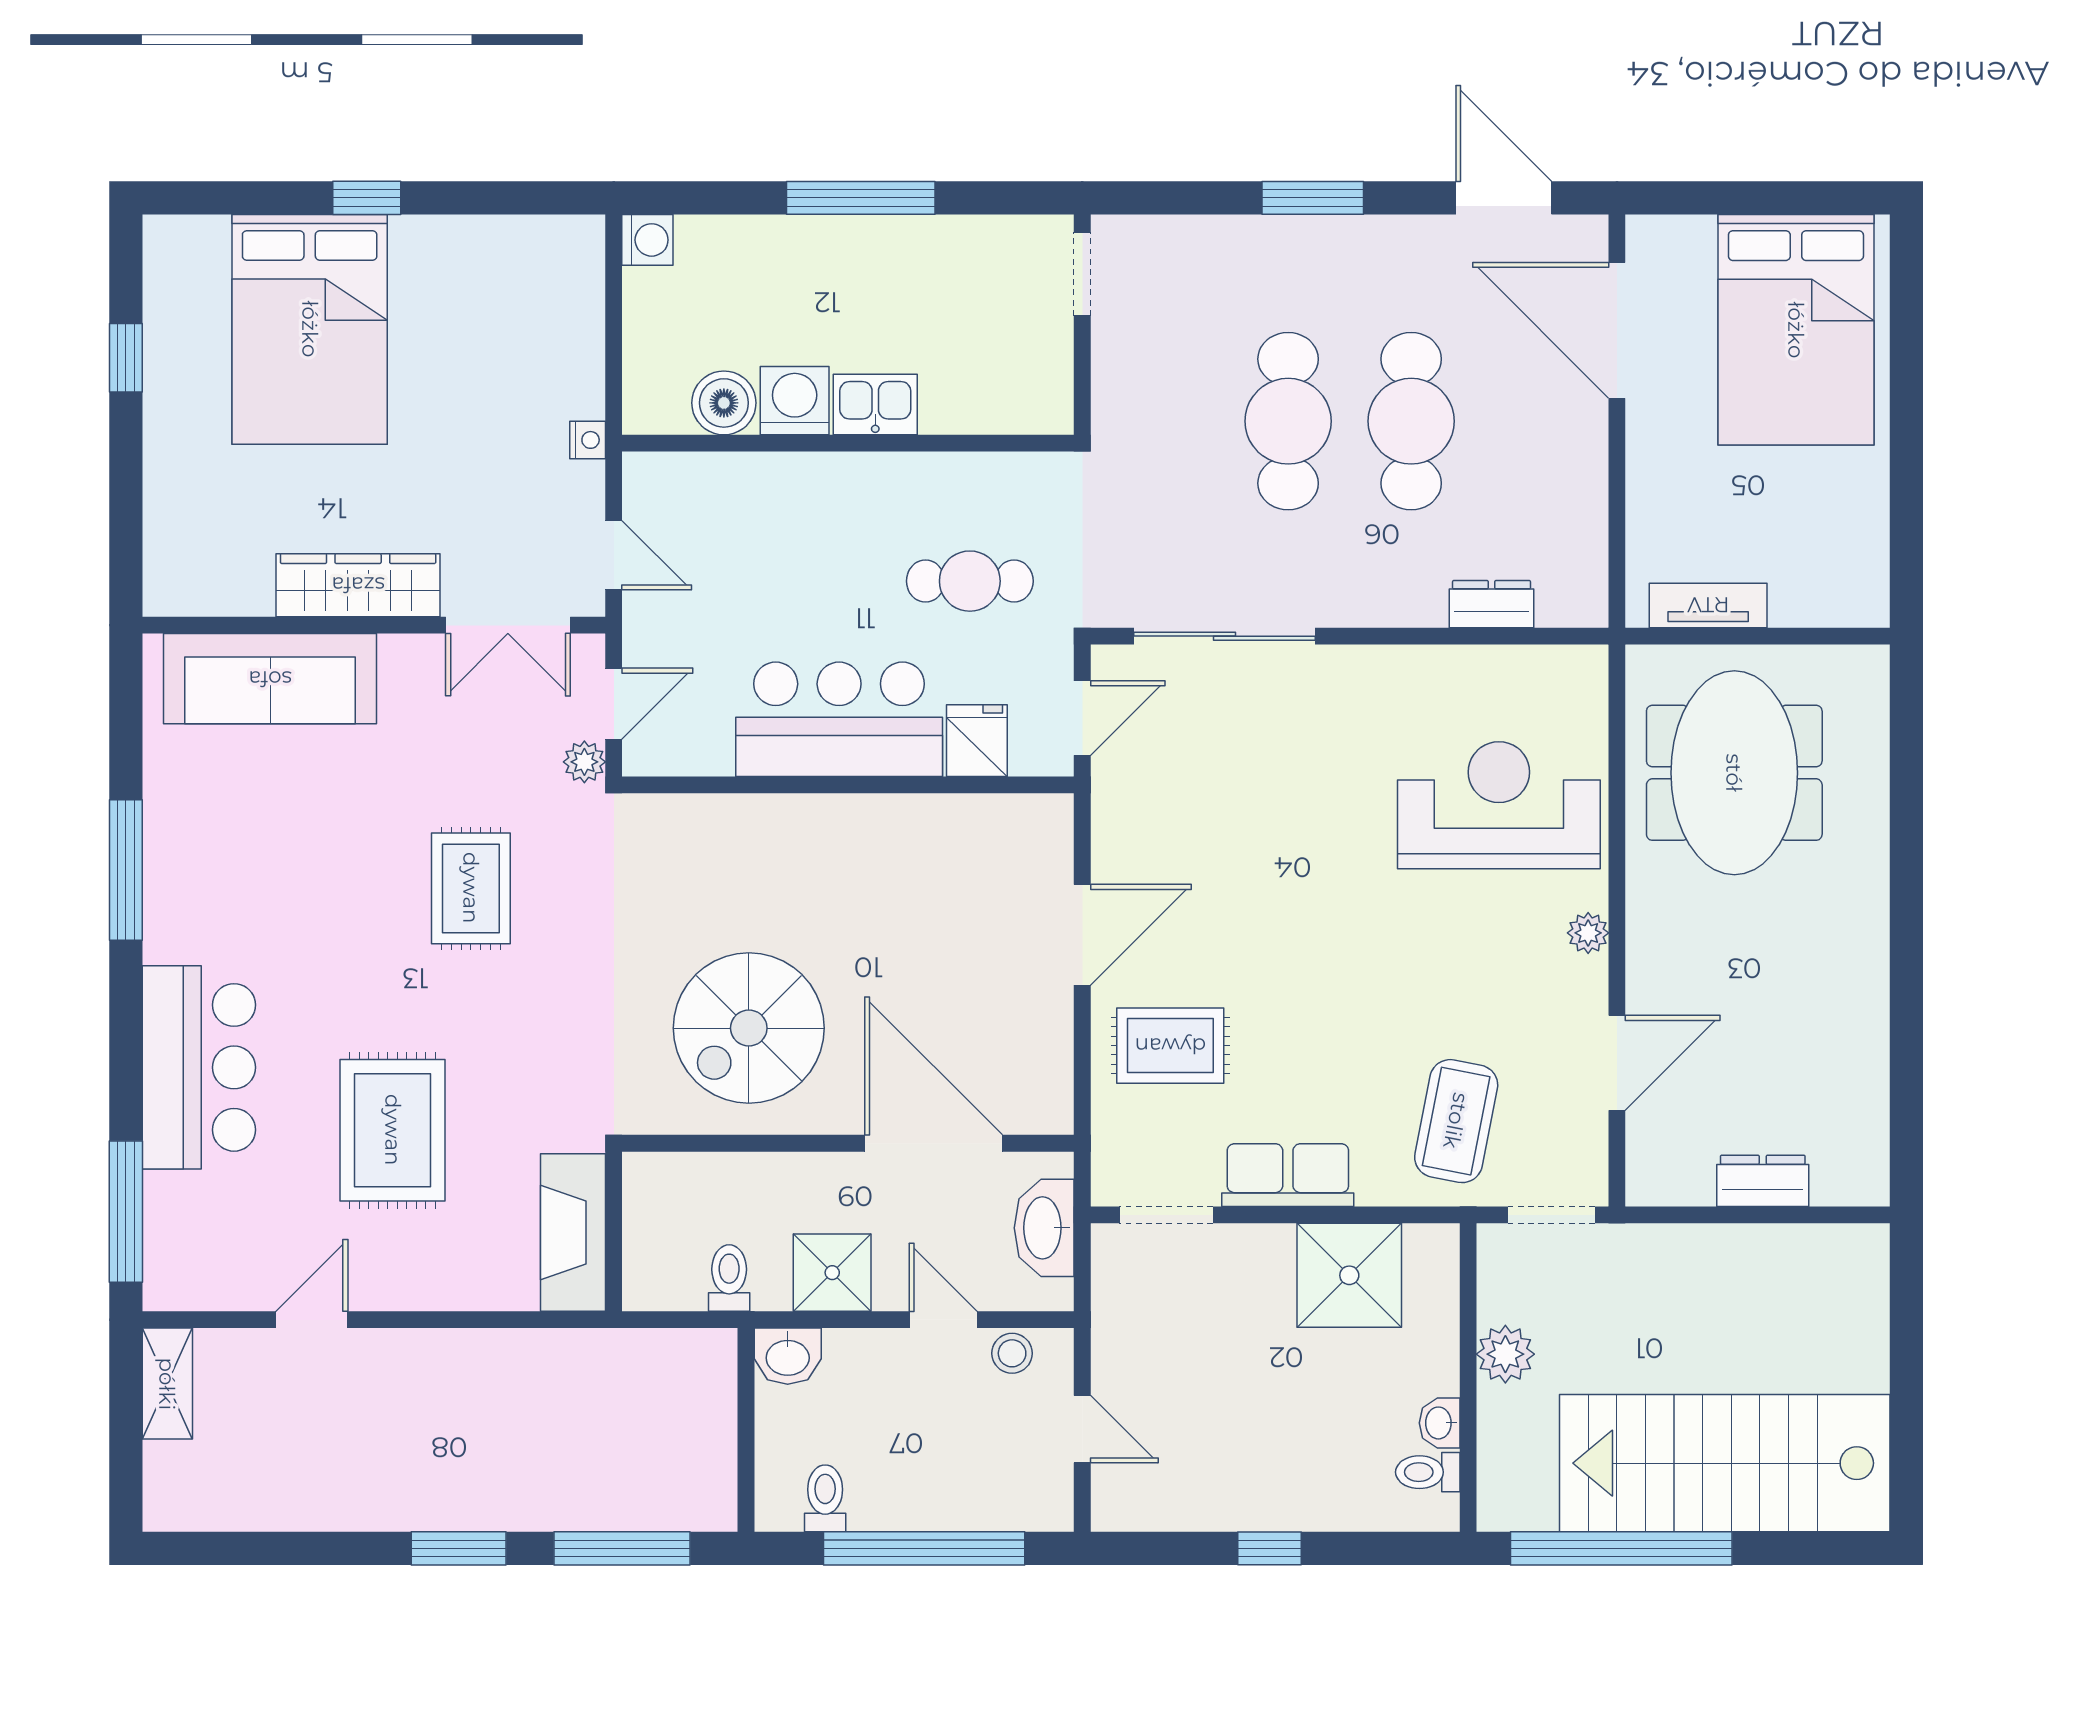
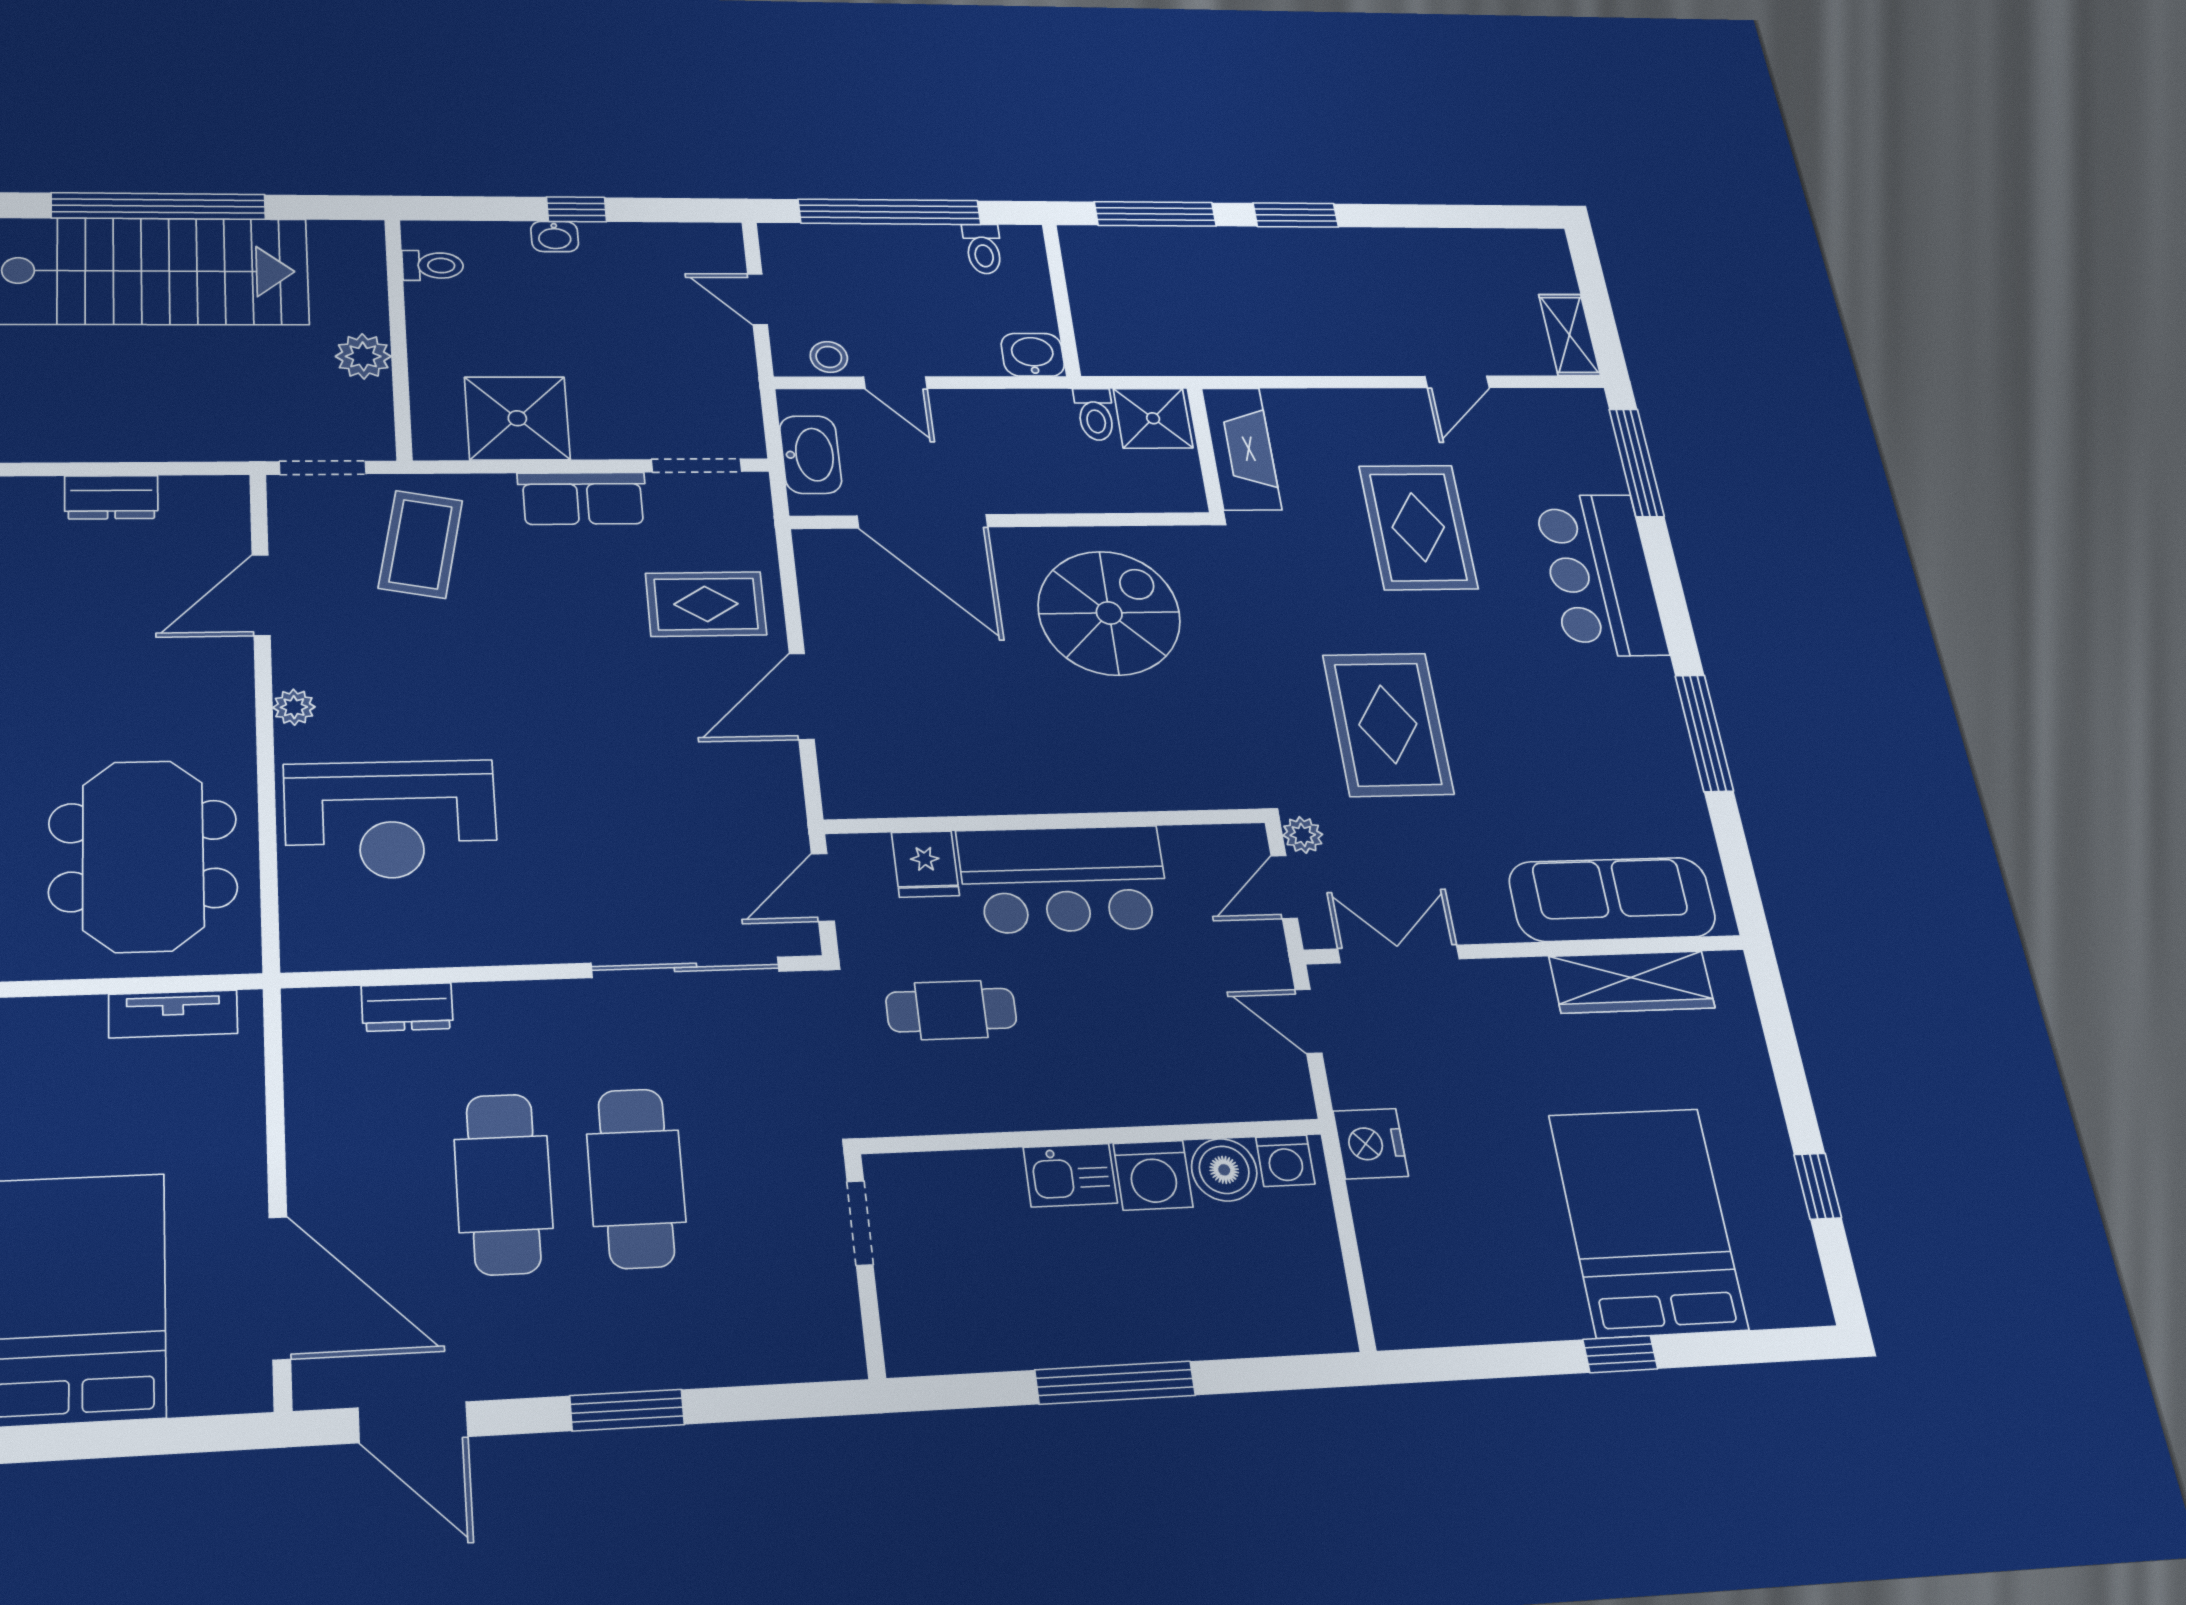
washing machine: (647, 240) -> (1285, 1161), moved, turned -90
doorway: (1082, 274) -> (860, 1223), moved
nightstand: (588, 440) -> (1371, 1144), width x1.89, depth x1.79
wardrobe: (358, 585) -> (1632, 982), moved
rug: (471, 888) -> (1388, 724), width x1.36, depth x1.43
shower: (832, 1273) -> (1153, 418), moved
washbasin: (1440, 1423) -> (555, 237), moved, turned 90
window: (1621, 1548) -> (159, 206), moved

